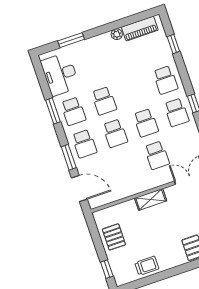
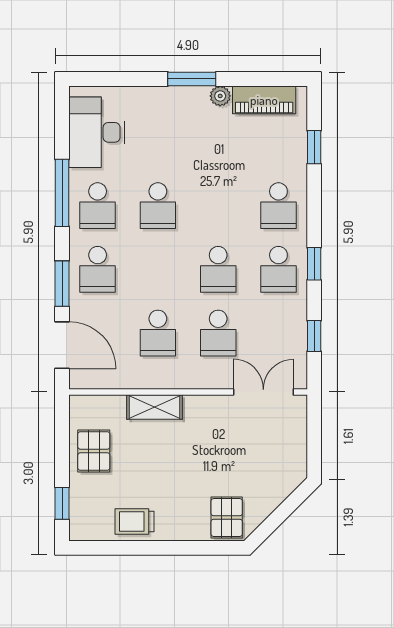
window: (71, 40) -> (192, 79), moved
window: (53, 111) -> (62, 193), width x1.44
school desk: (115, 133) -> (158, 333), moved
shelving: (151, 199) -> (155, 407), moved
trolley: (147, 266) -> (134, 521), turned 180

